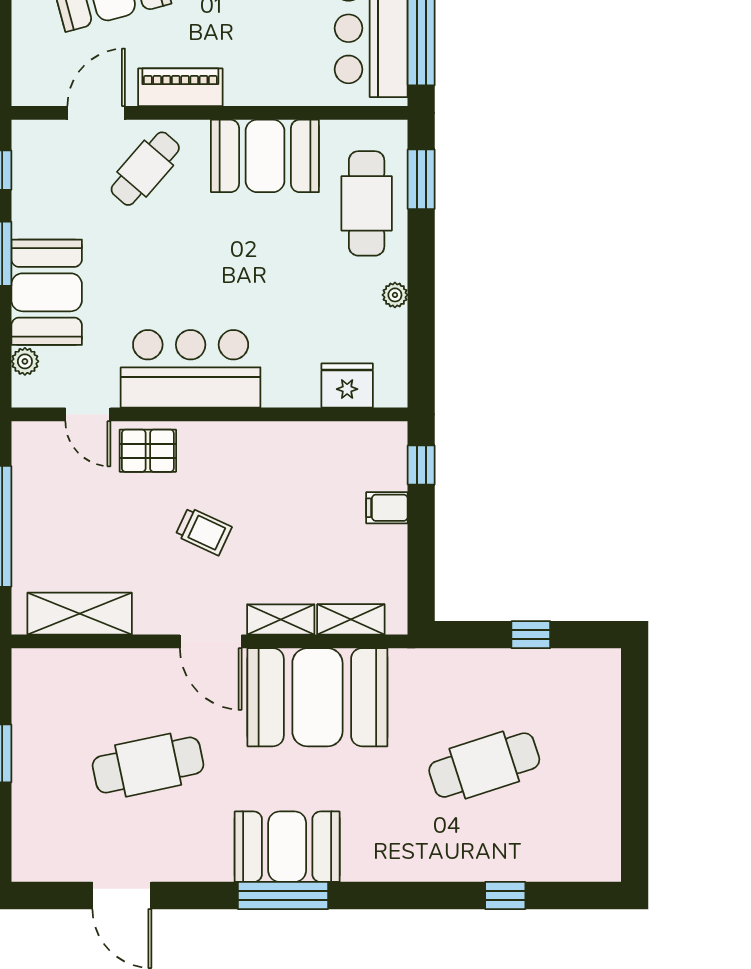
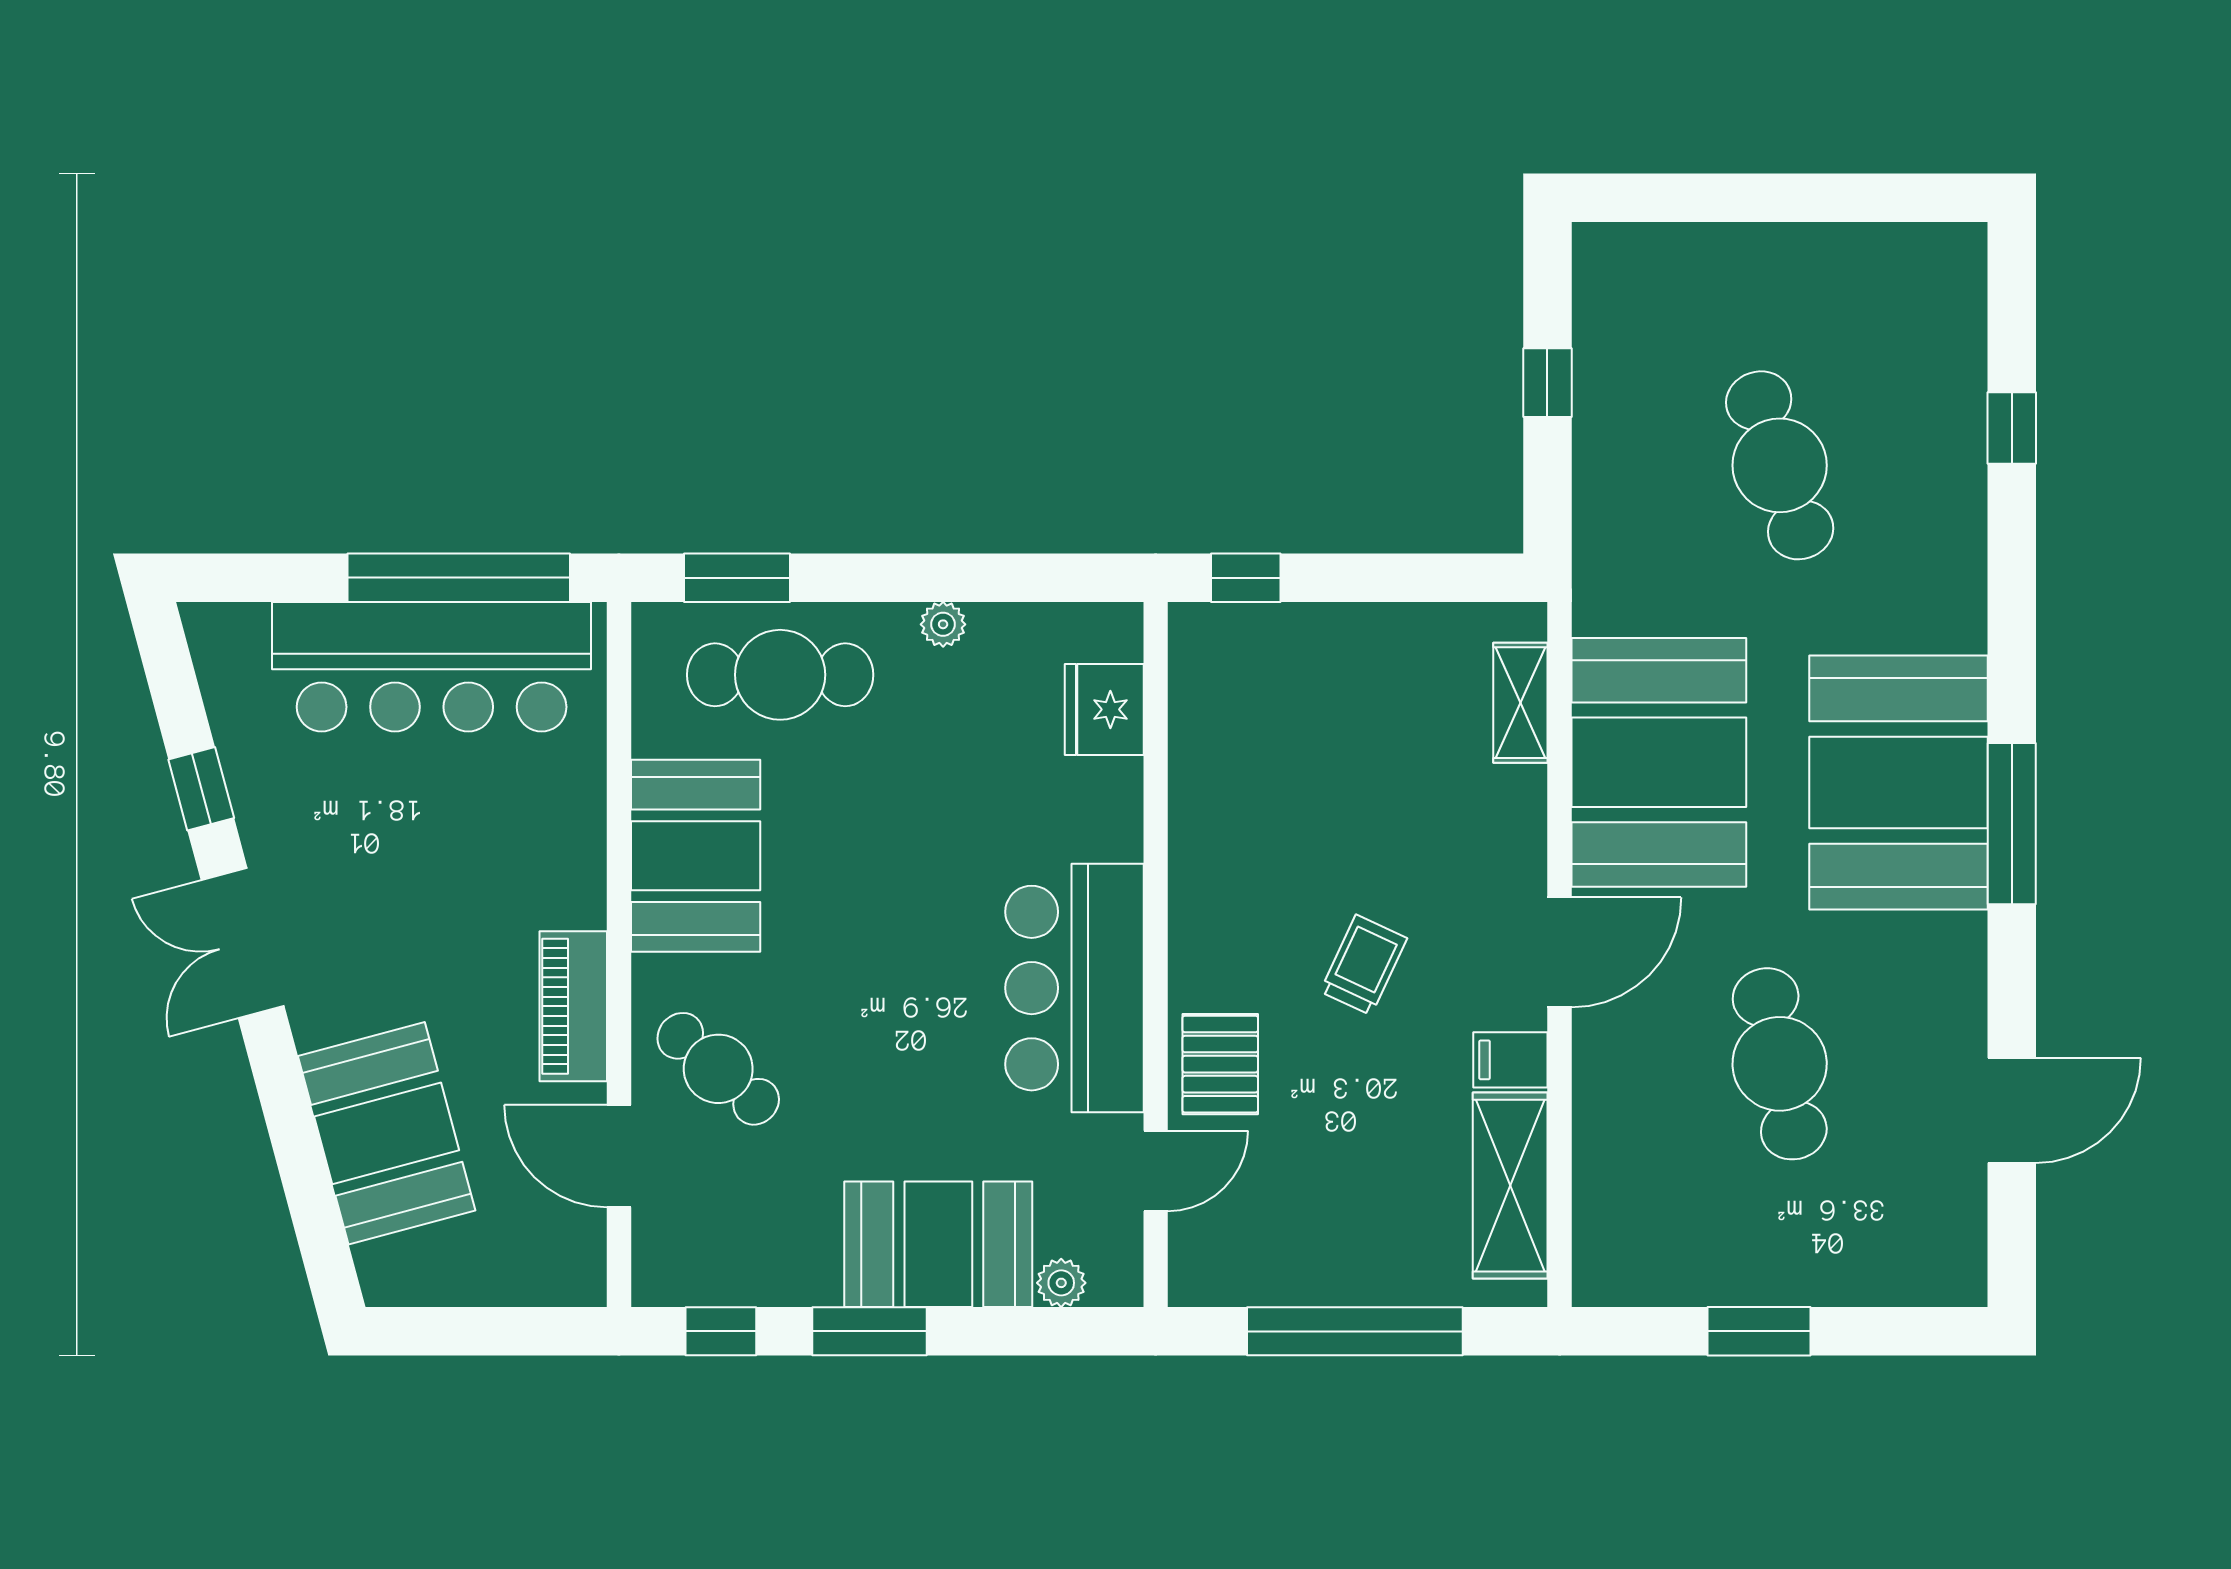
filing cabinet: (387, 508) -> (1510, 1060), moved, turned 90
shelving: (281, 619) -> (1521, 828), removed
booth: (287, 847) -> (1898, 782), width x1.36, depth x1.42

